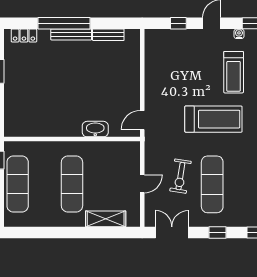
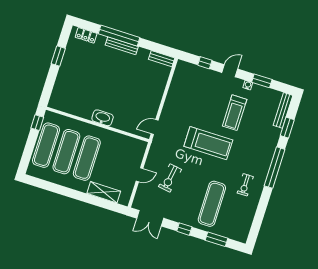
bench: (108, 35) -> (162, 59), moved
washbasin: (95, 129) -> (103, 118), moved
exercise mat: (45, 184) -> (66, 152), added
exercise mat: (212, 184) -> (212, 204), moved
double door: (172, 232) -> (150, 218), swing flipped

